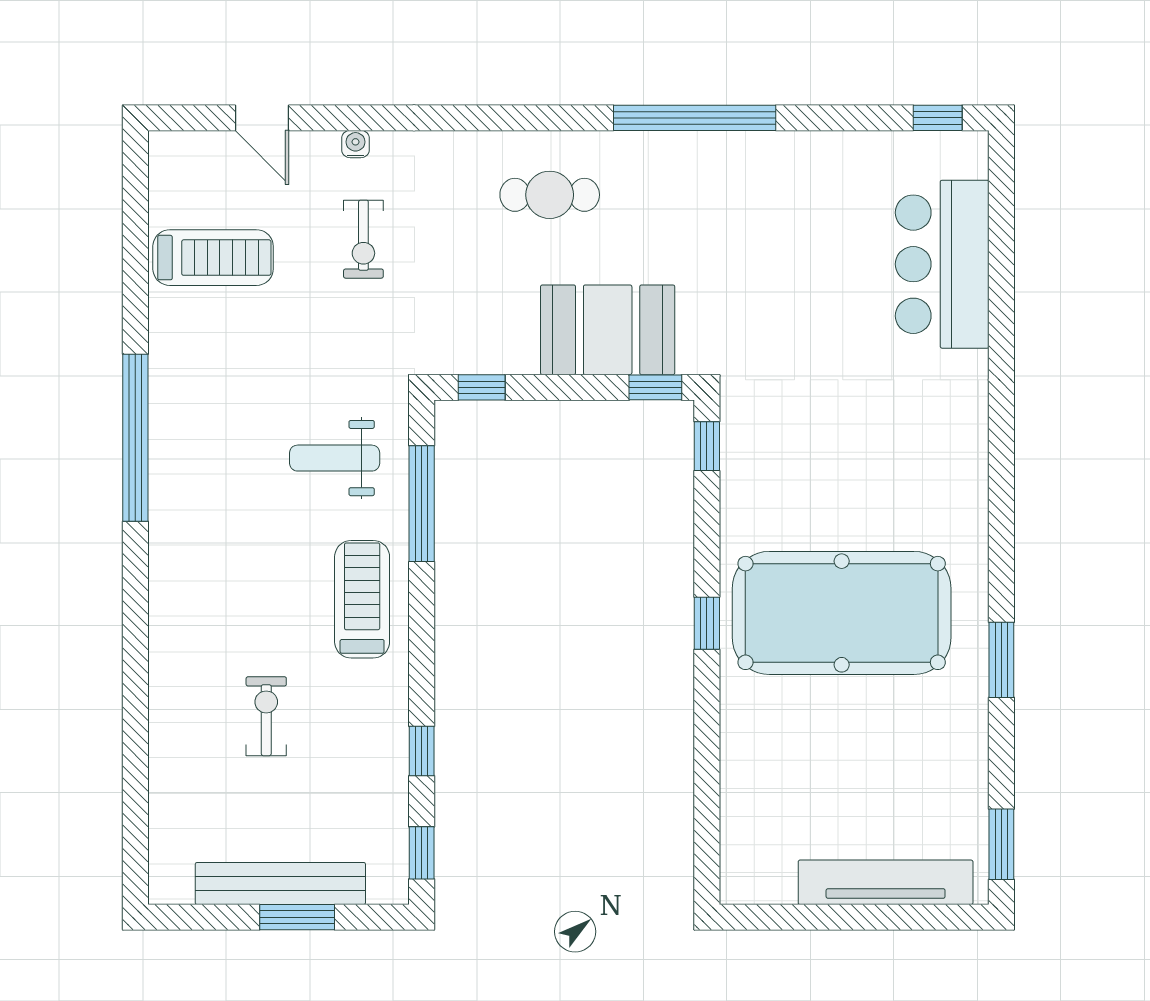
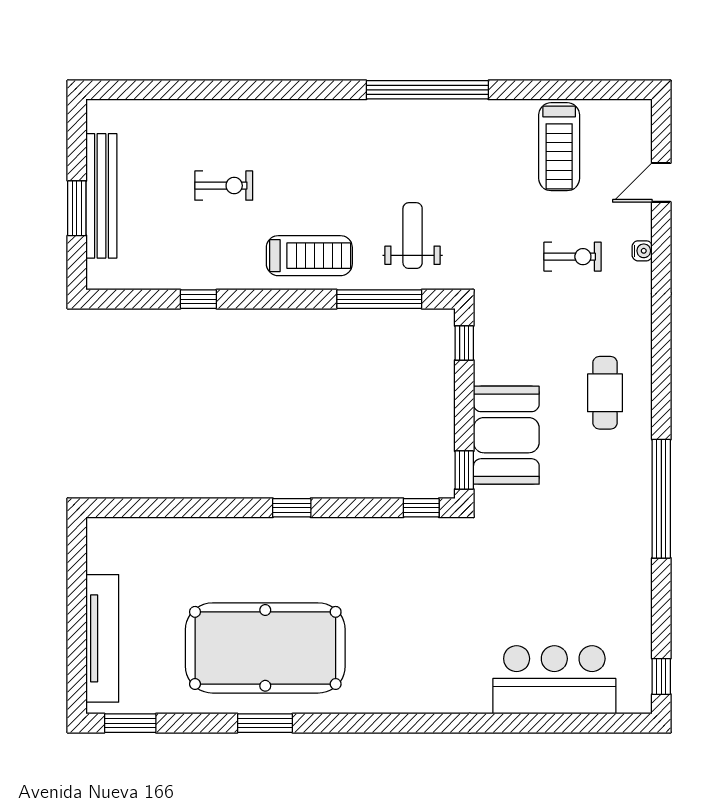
exercise bike: (363, 239) -> (573, 257), turned 180
pool table: (842, 613) -> (265, 648), moved, turned 90
window: (422, 853) -> (124, 299), removed

